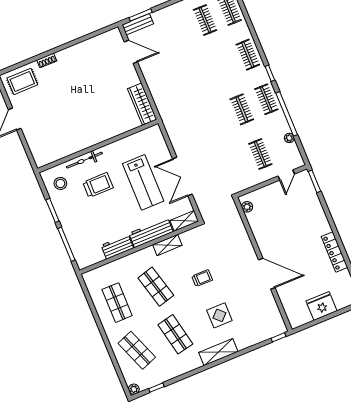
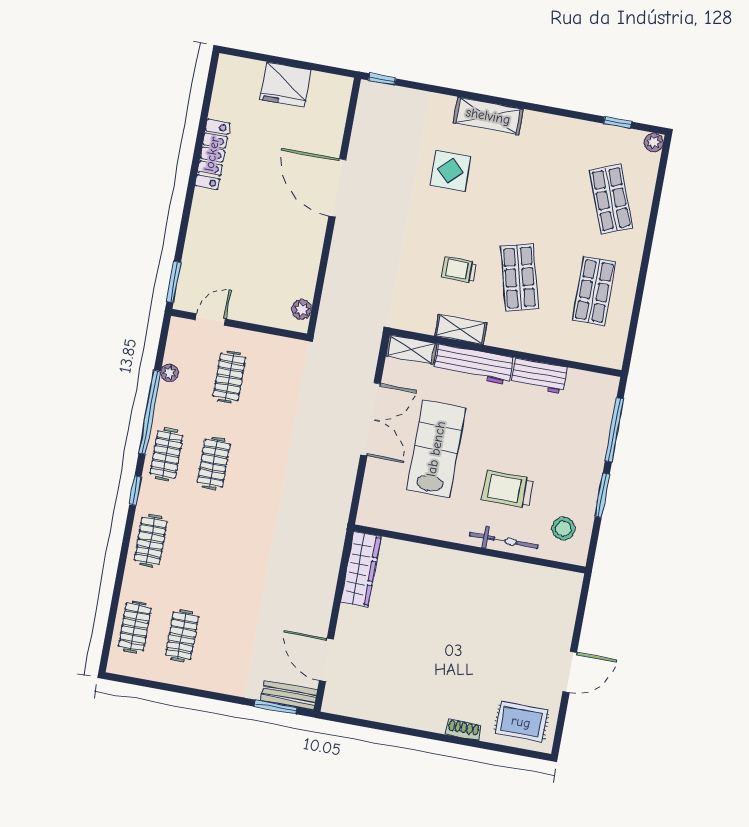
trolley: (202, 278) -> (459, 270), moved
shop shelf: (175, 334) -> (536, 185), removed

